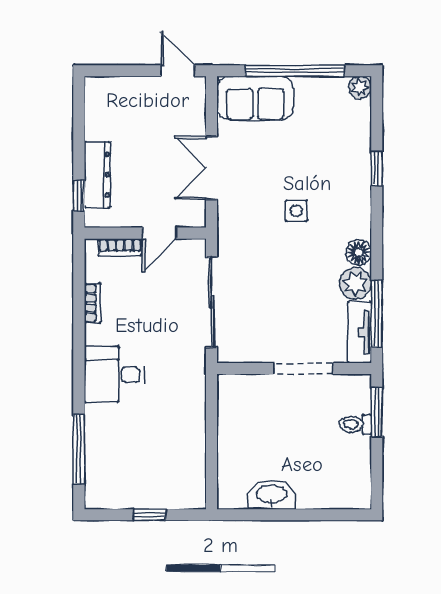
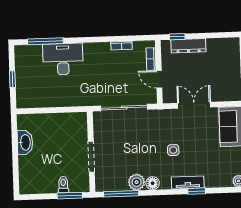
tv unit: (359, 332) -> (188, 182), moved
desk: (114, 374) -> (63, 59), moved, width x1.37

